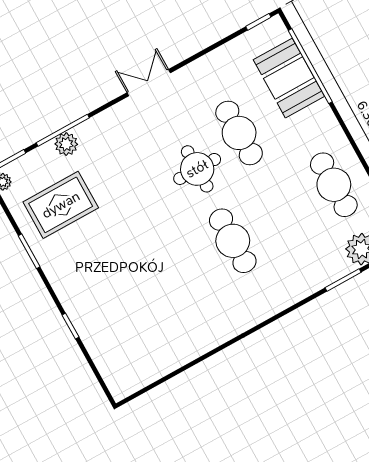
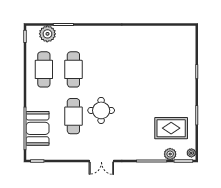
plant: (66, 144) -> (170, 154), moved
cafe table: (233, 241) -> (73, 69), moved

